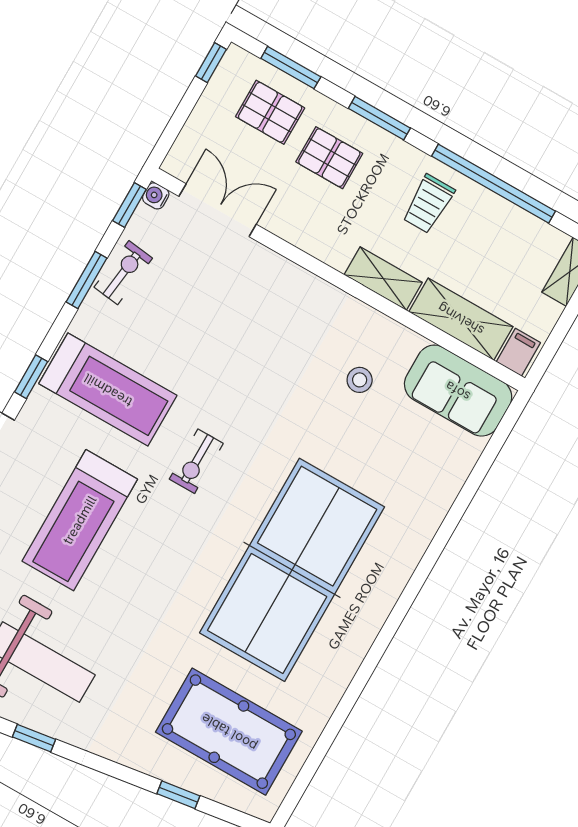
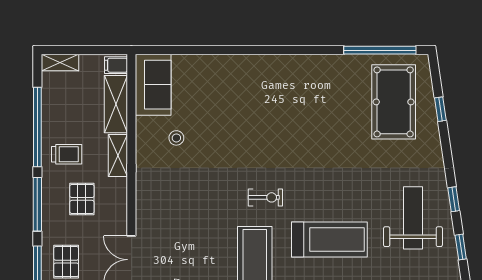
window: (379, 118) -> (37, 204), width x1.44
pallet: (329, 158) -> (82, 199), moved
table tennis table: (292, 570) -> (293, 117), removed
window: (317, 755) -> (380, 50), added

